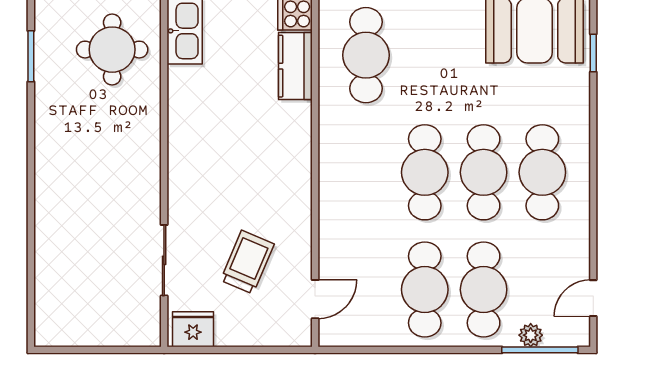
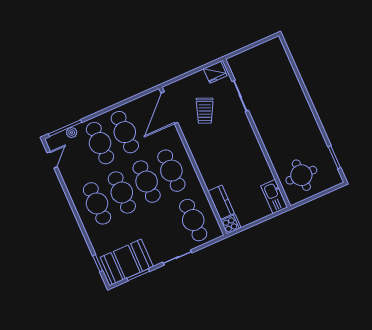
cafe table: (366, 172) -> (171, 171), added
door: (315, 299) -> (169, 108), width x1.88

